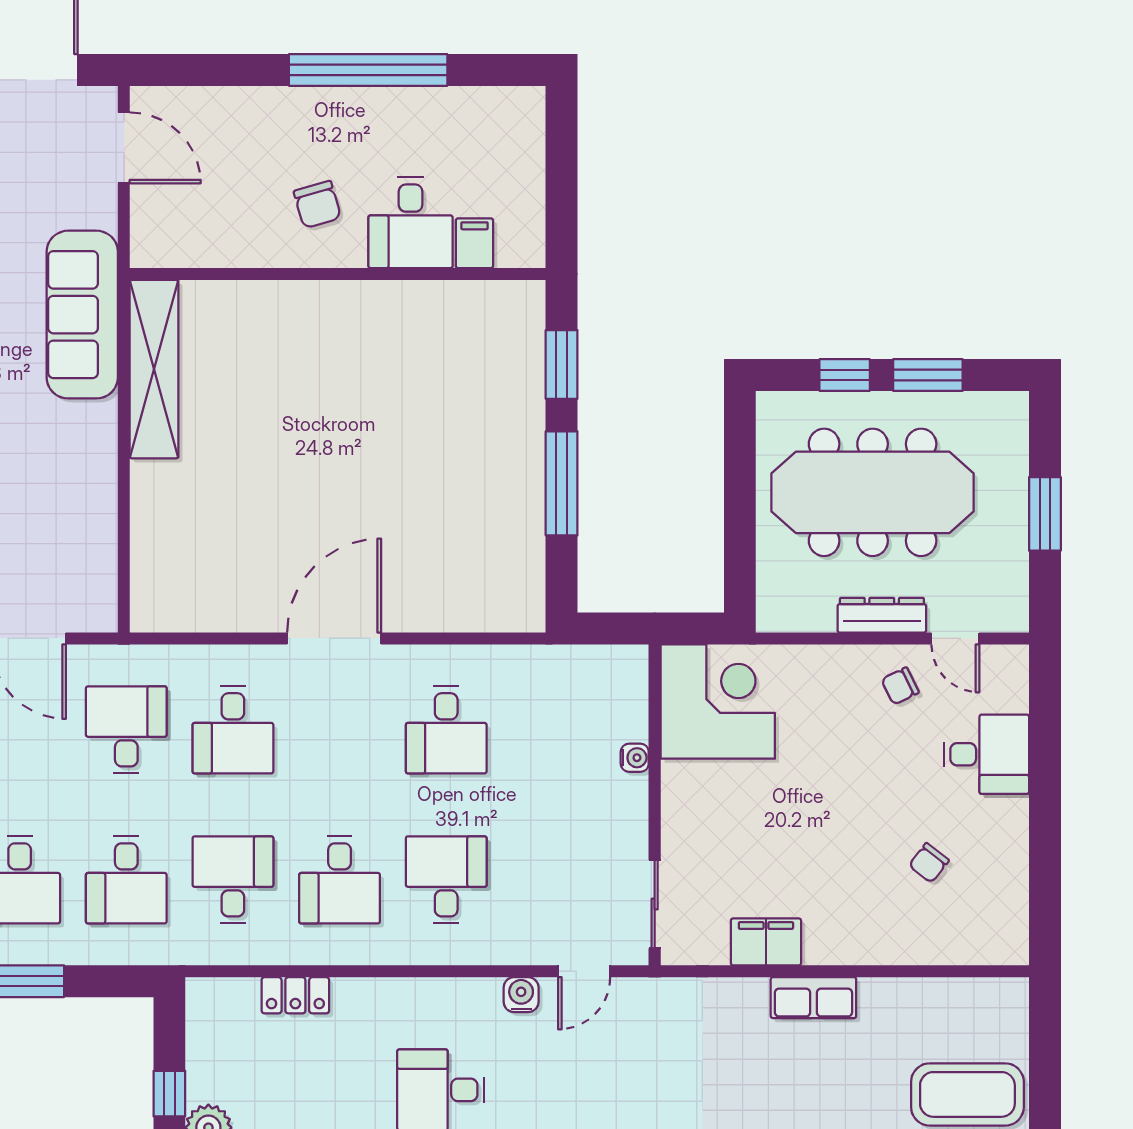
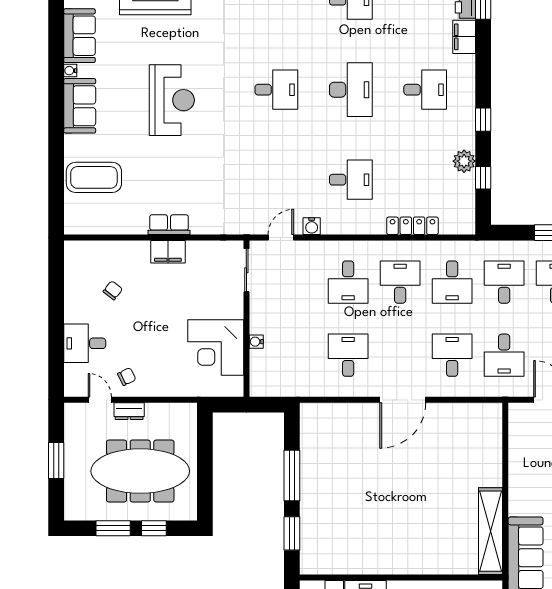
dresser: (882, 615) -> (129, 411), width x0.70
corner desk: (718, 702) -> (216, 348), moved
filing cabinet: (766, 942) -> (168, 252), moved
locker: (295, 995) -> (412, 226), width x1.53

